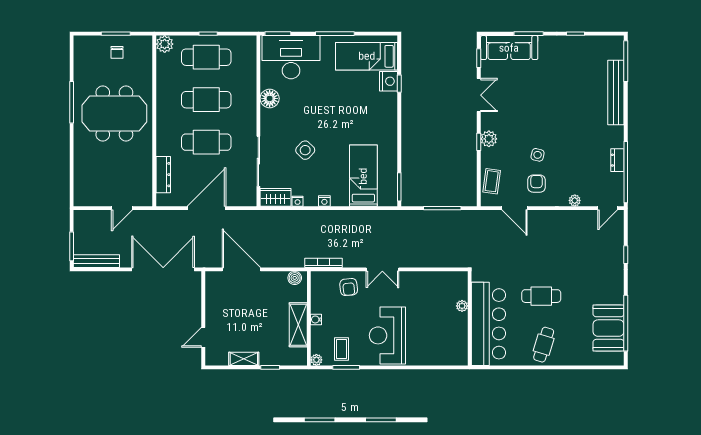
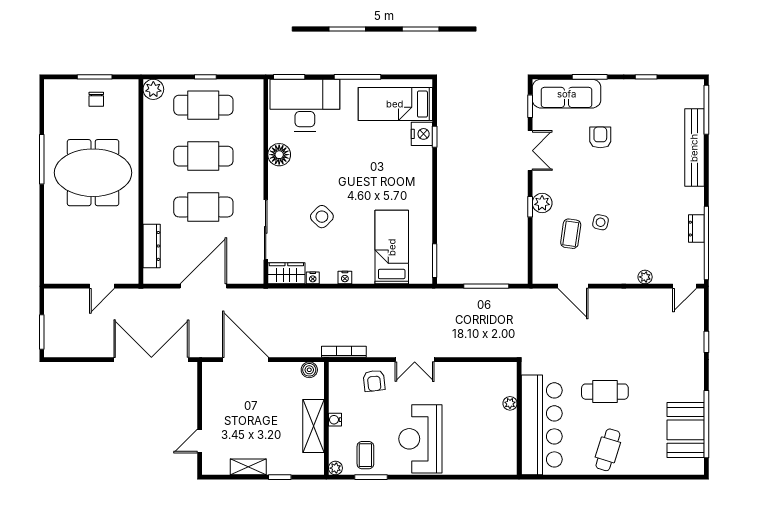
coffee table: (492, 181) -> (571, 234), moved
armchair: (537, 184) -> (600, 137), moved
bench: (96, 261) -> (72, 350), removed

